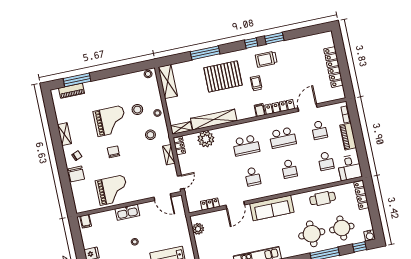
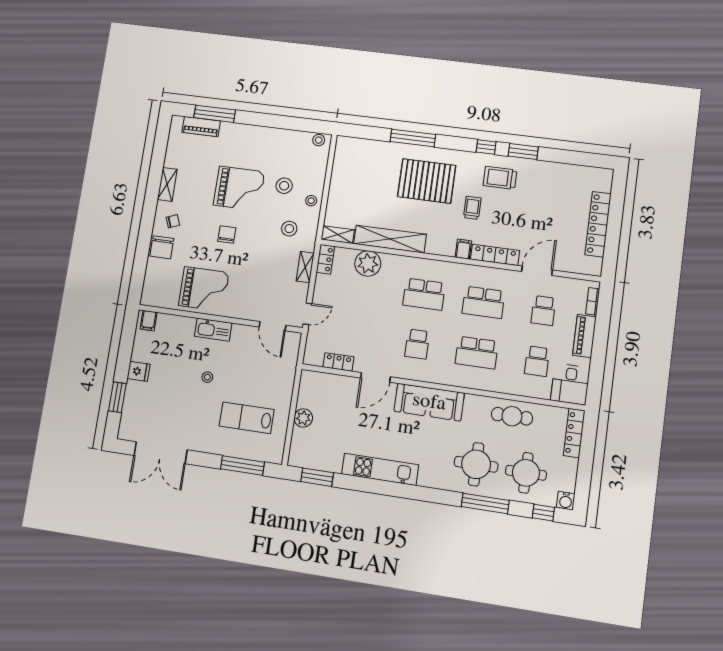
shelving: (168, 82) -> (343, 161), removed
school desk: (289, 169) -> (477, 353), width x1.85
plant: (198, 229) -> (303, 418), moved

